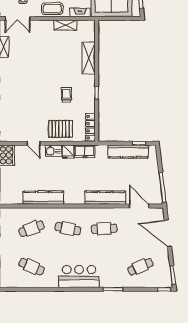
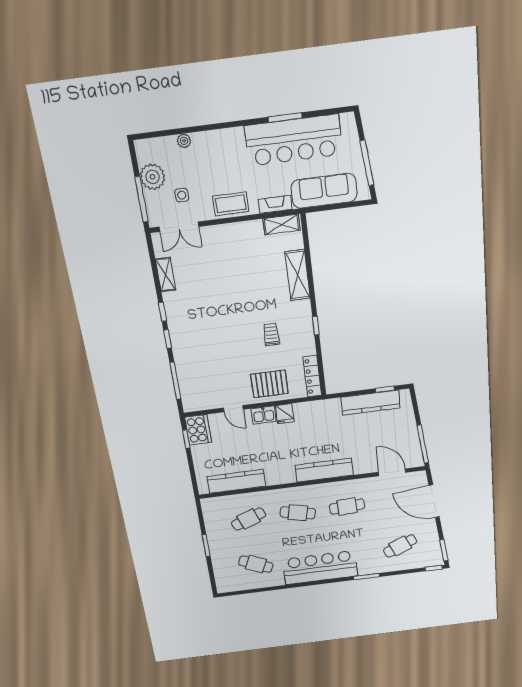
shelving: (65, 25) -> (282, 224), moved
freezer: (85, 151) -> (308, 410), removed
kitchen counter: (43, 198) -> (236, 481), moved
kitchen counter: (105, 198) -> (324, 470), moved
bar counter: (79, 276) -> (320, 568), width x1.36

